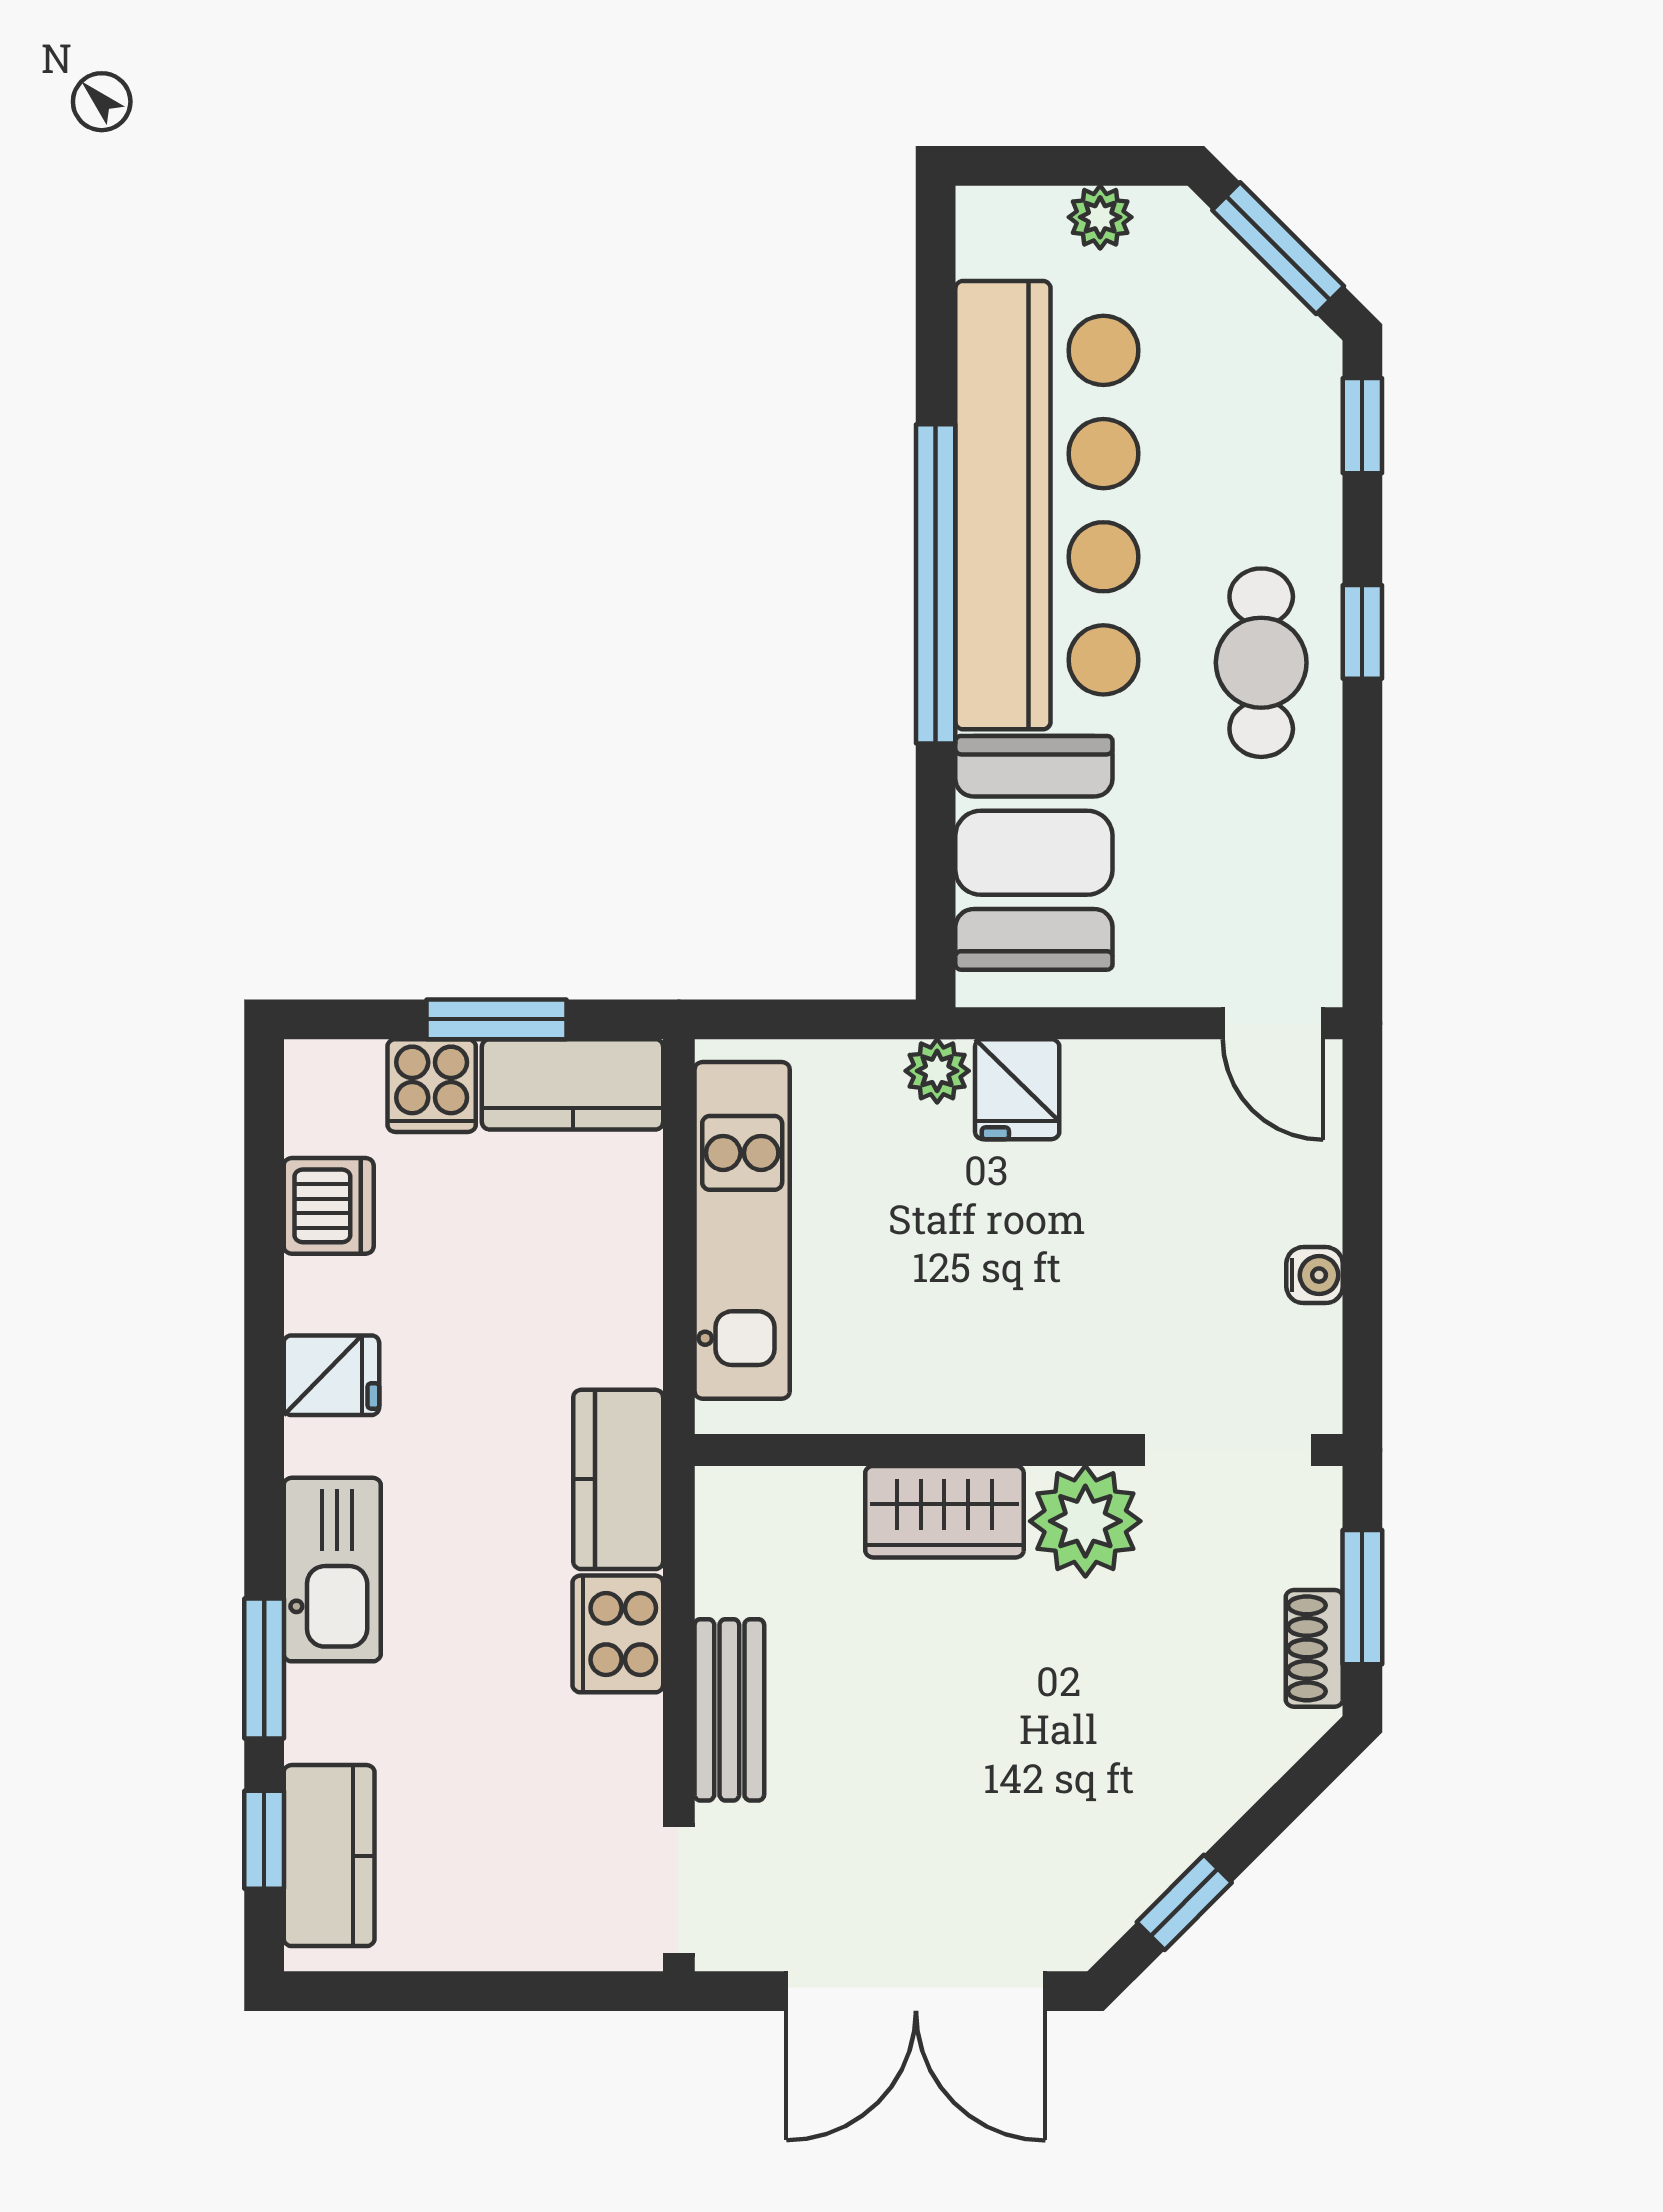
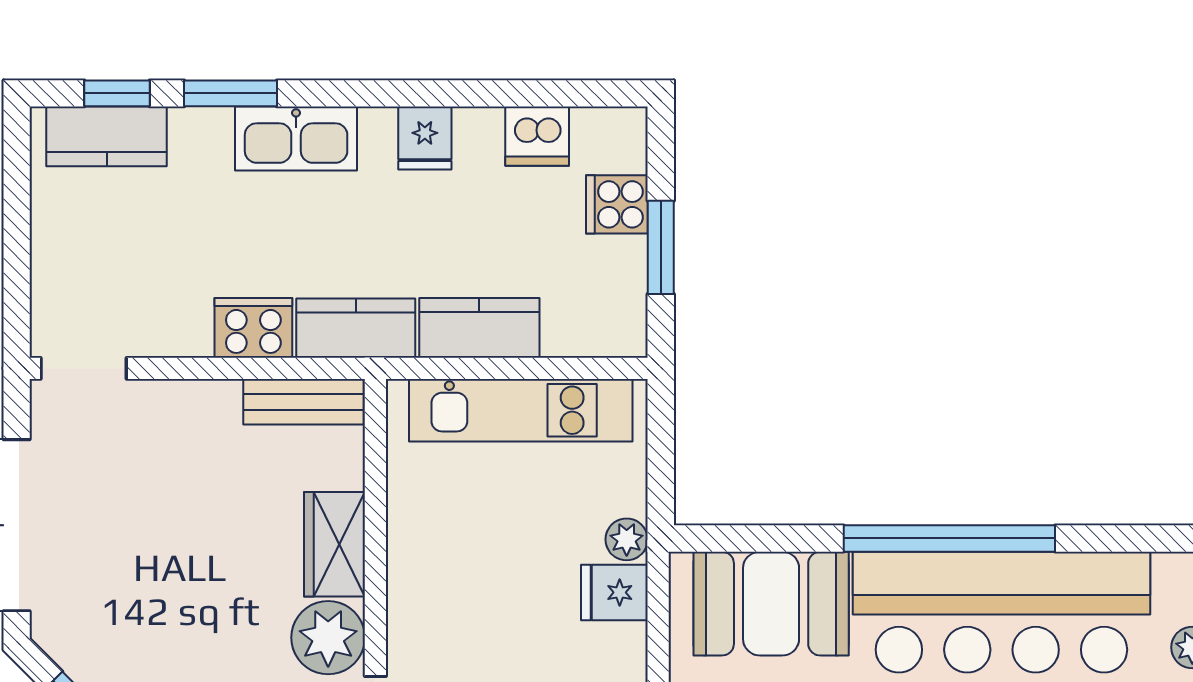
kitchen counter: (573, 1084) -> (479, 328), moved, turned 90
bench: (729, 1710) -> (304, 402), moved

